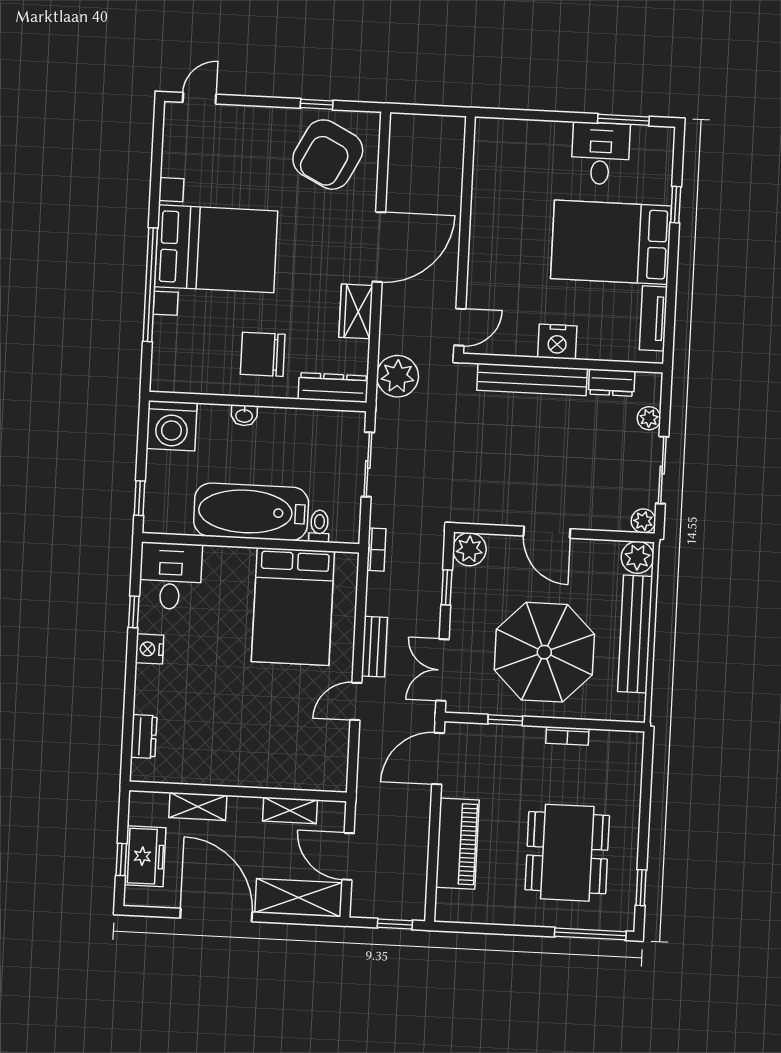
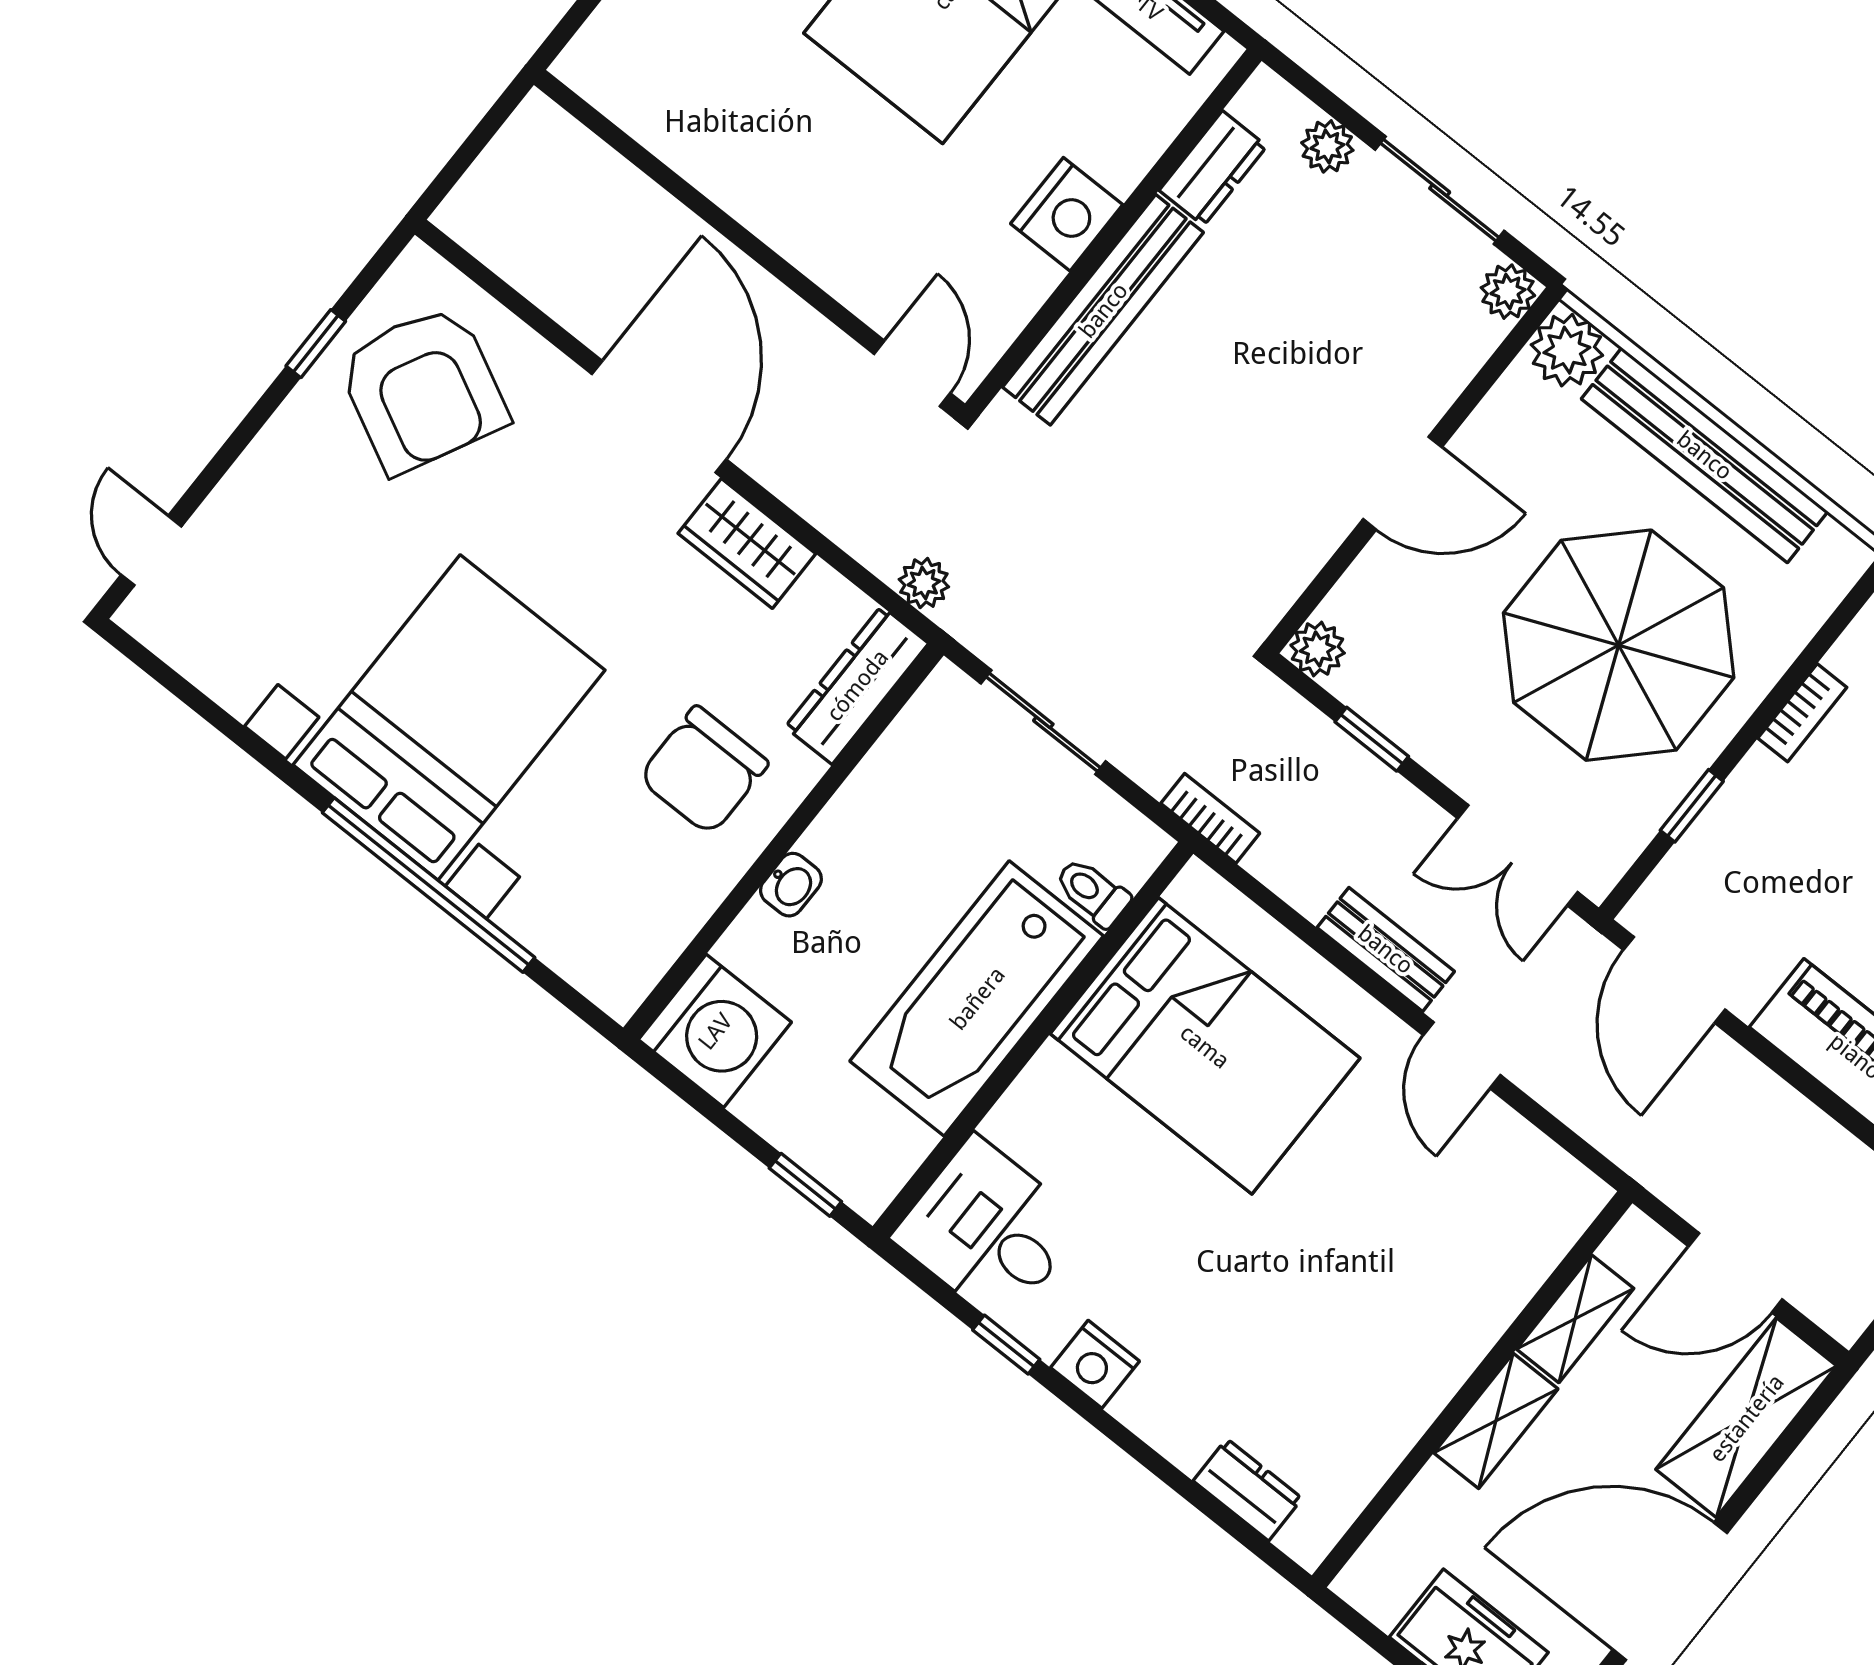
plant: (397, 376) -> (924, 583), width x0.53, depth x0.53
plant: (469, 549) -> (1318, 649), width x0.73, depth x0.73
shelving: (198, 806) -> (1496, 1421), moved

